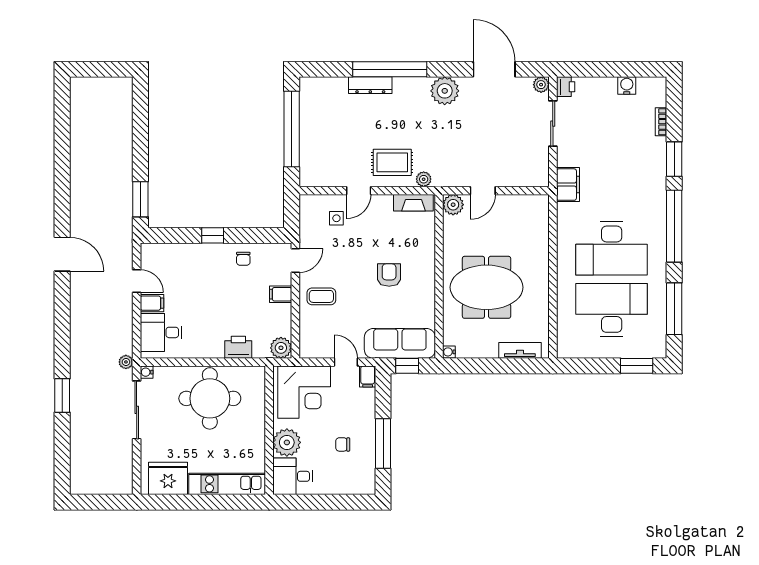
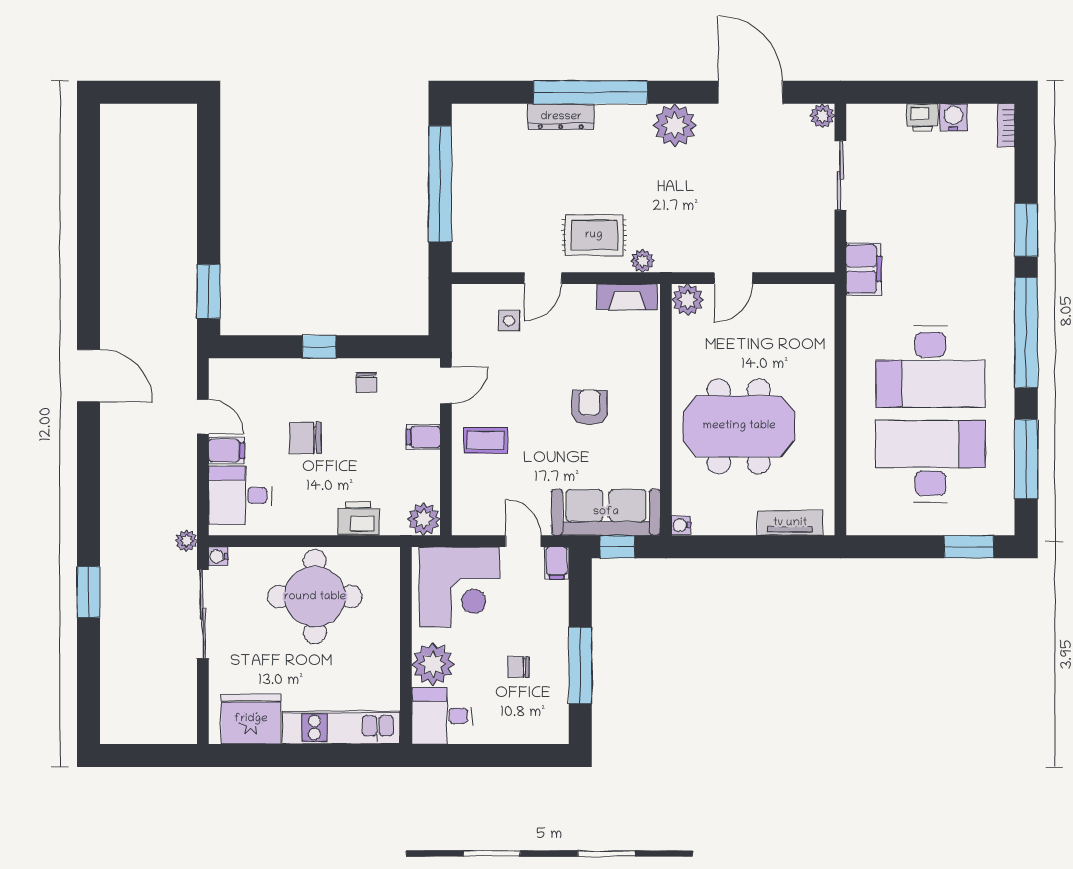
printer: (566, 87) -> (922, 118), moved, turned 90
bookcase: (661, 122) -> (1006, 125), moved
chair: (204, 295) -> (306, 438), added

